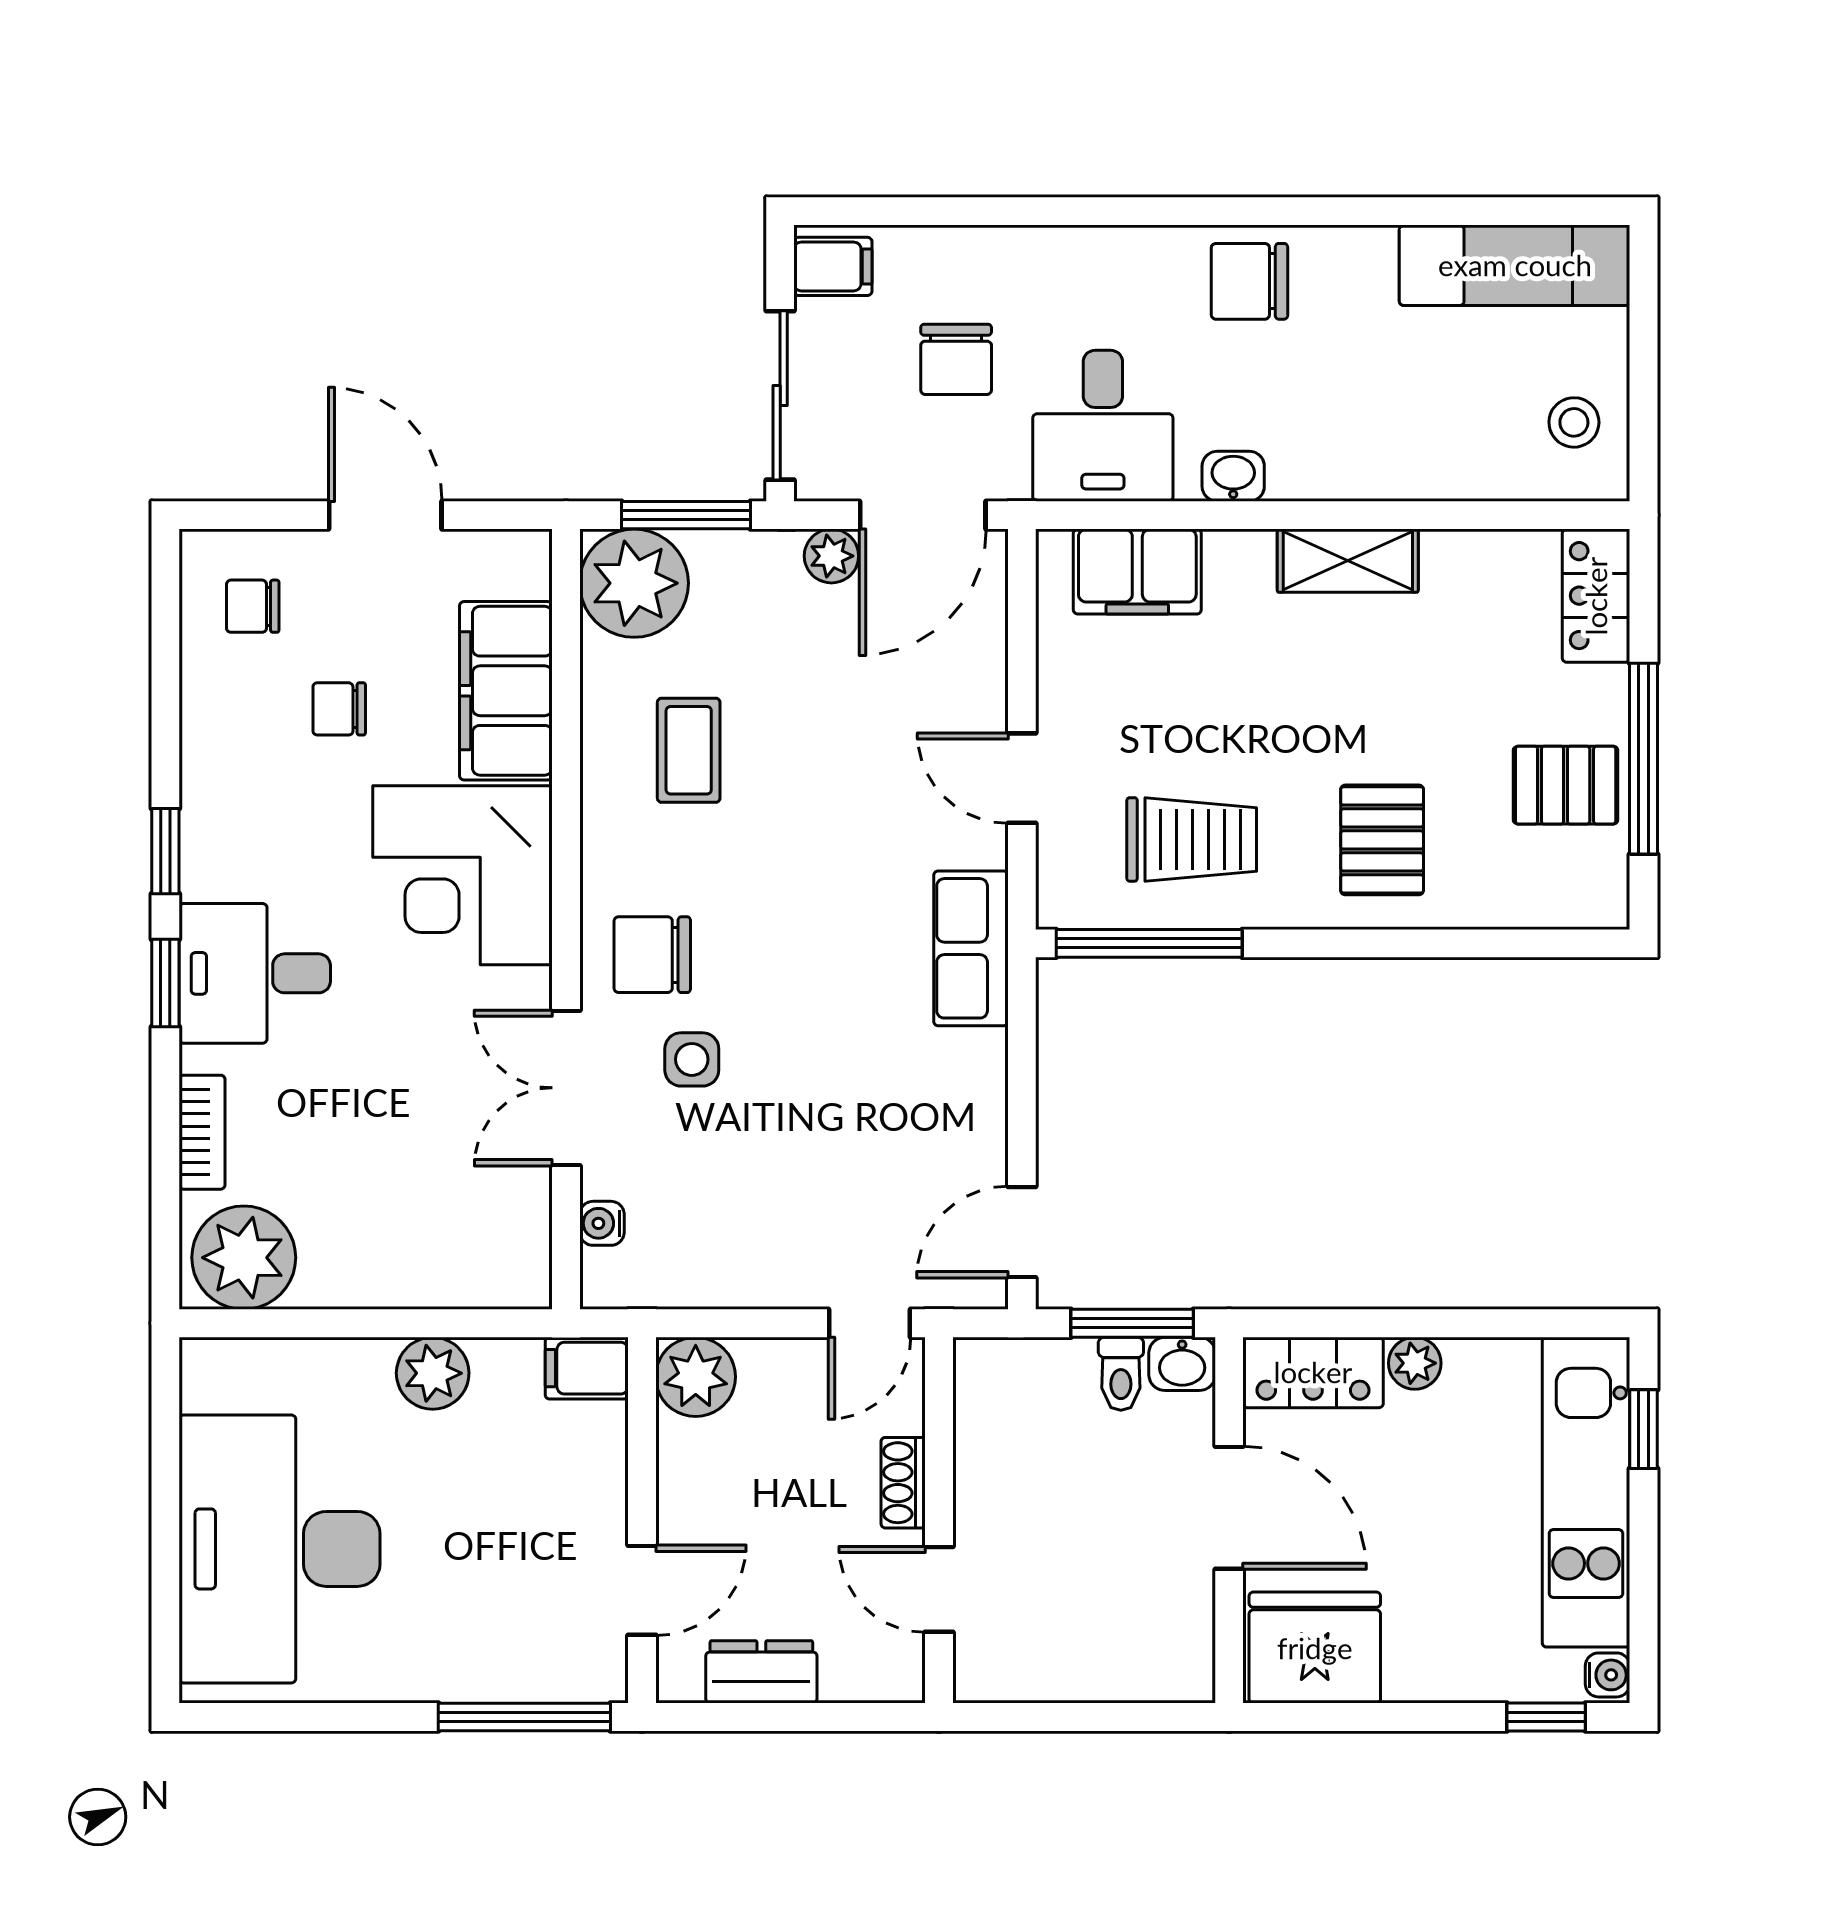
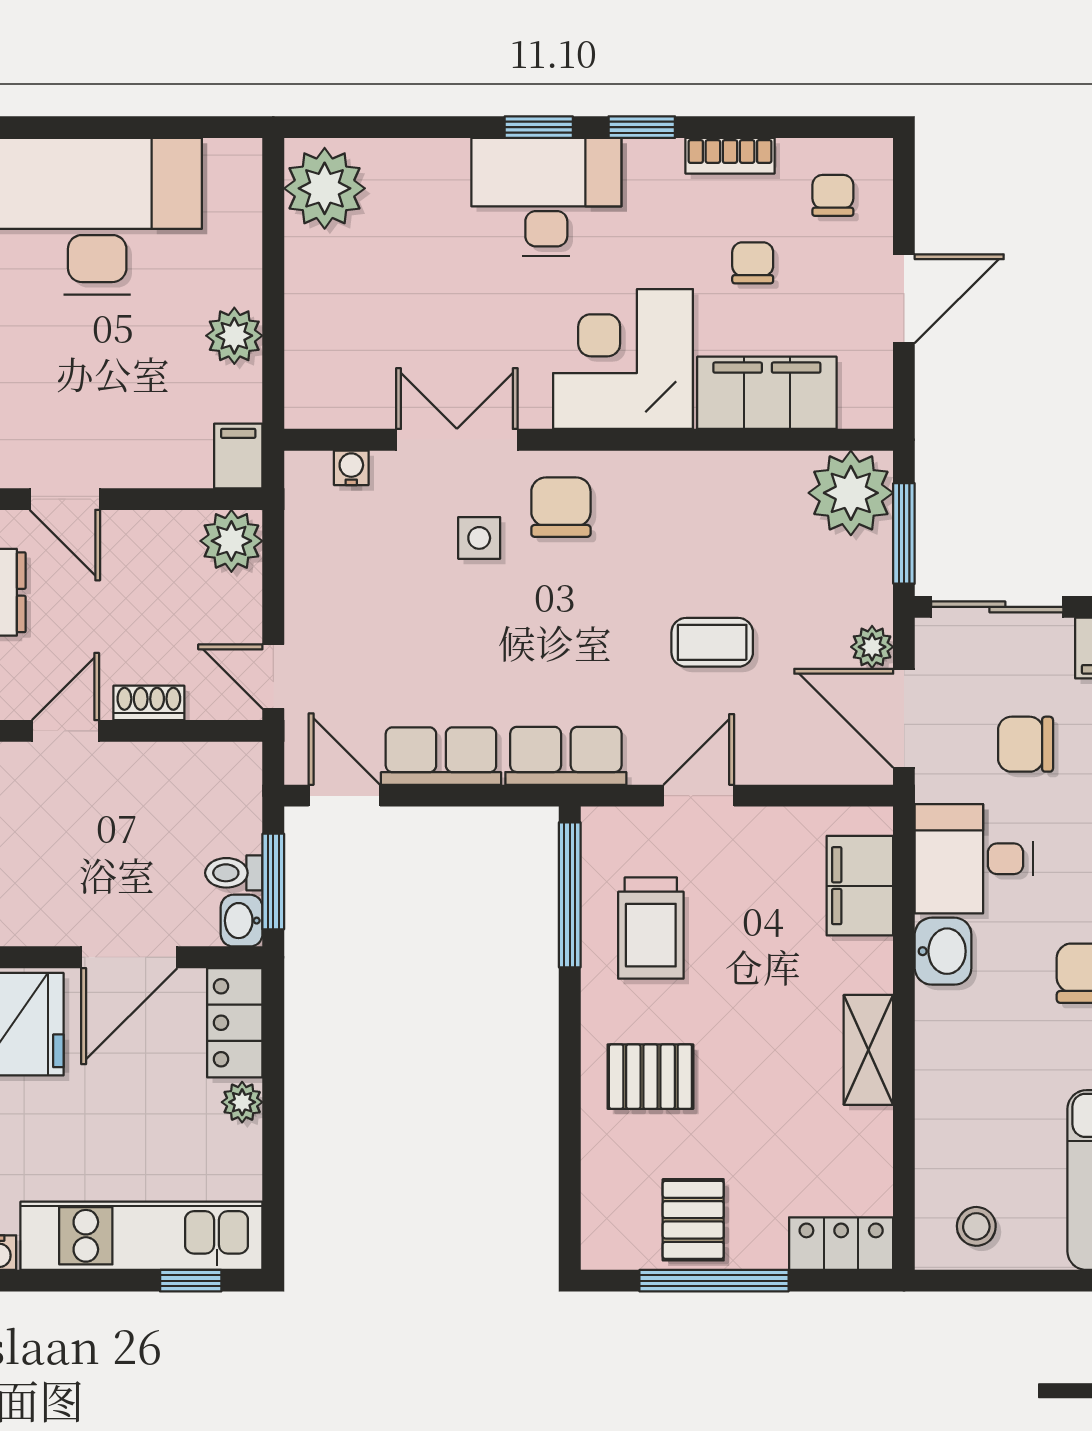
washbasin: (1233, 476) -> (943, 951), width x1.38, depth x1.45
coffee table: (689, 750) -> (712, 642), moved
desk: (255, 973) -> (546, 197), width x1.37
row of seats: (971, 1108) -> (441, 756), added
bookcase: (202, 1132) -> (730, 156), moved

